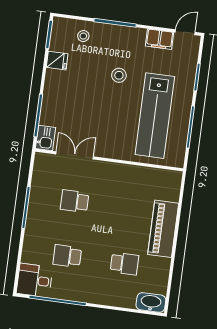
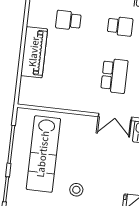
lab bench: (155, 116) -> (43, 154), turned 180
school desk: (75, 201) -> (114, 76), width x1.85

